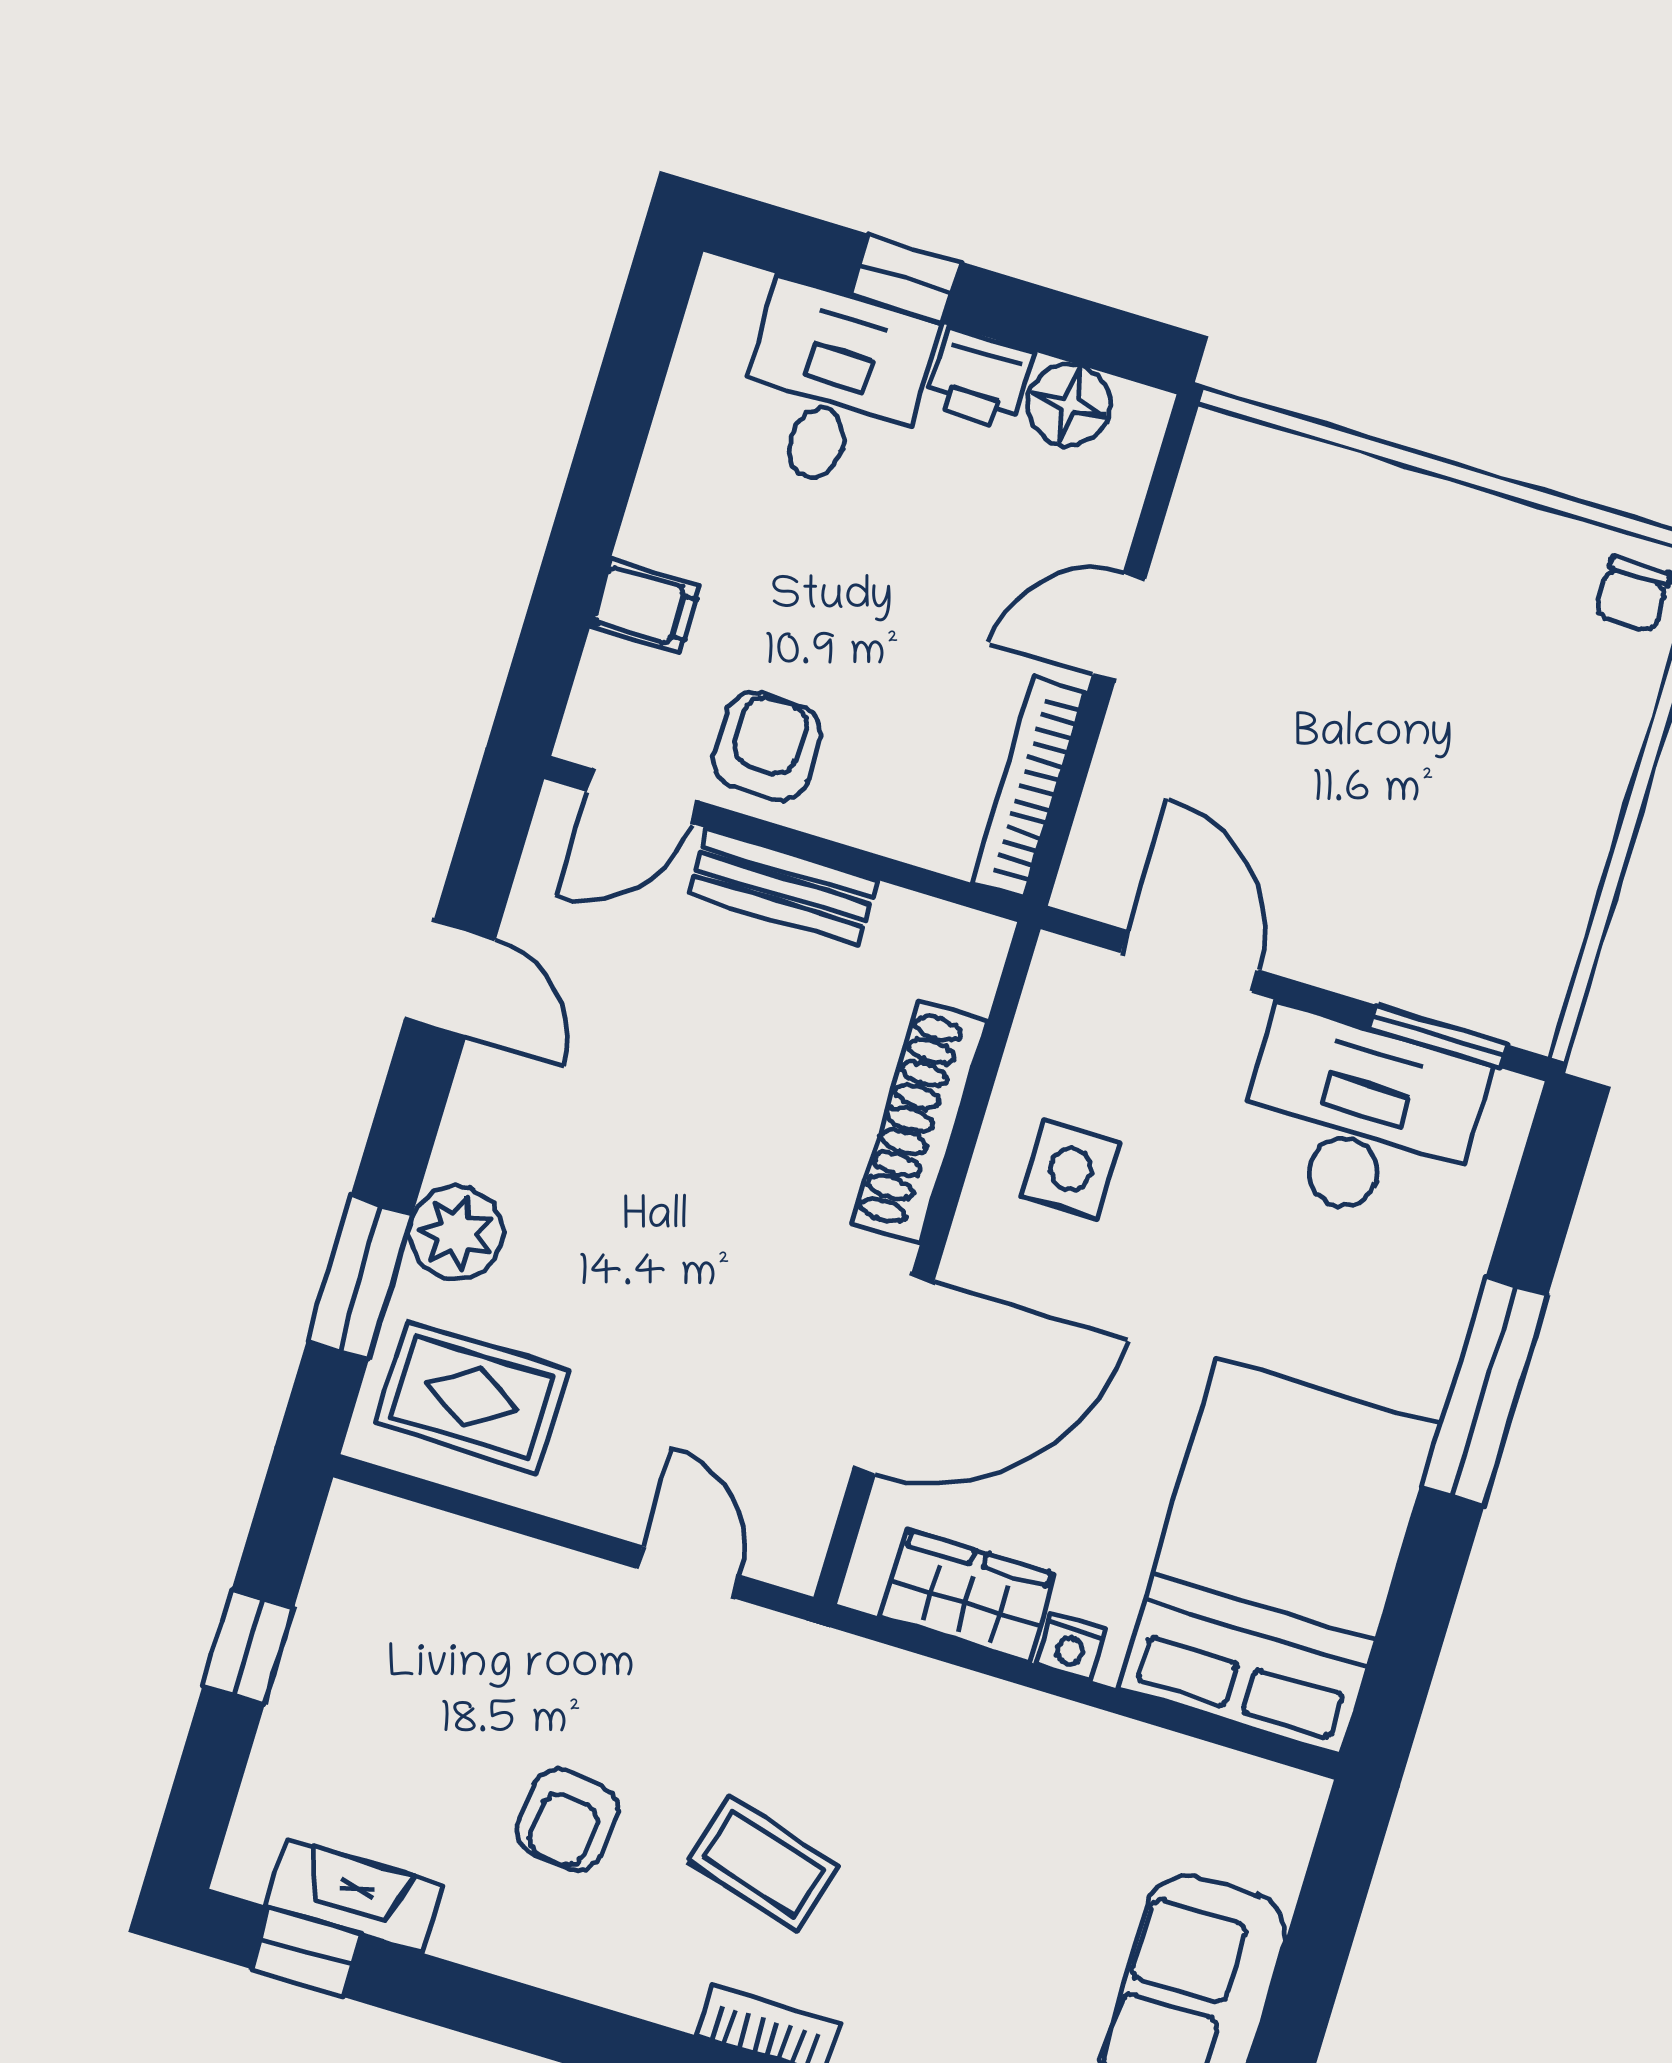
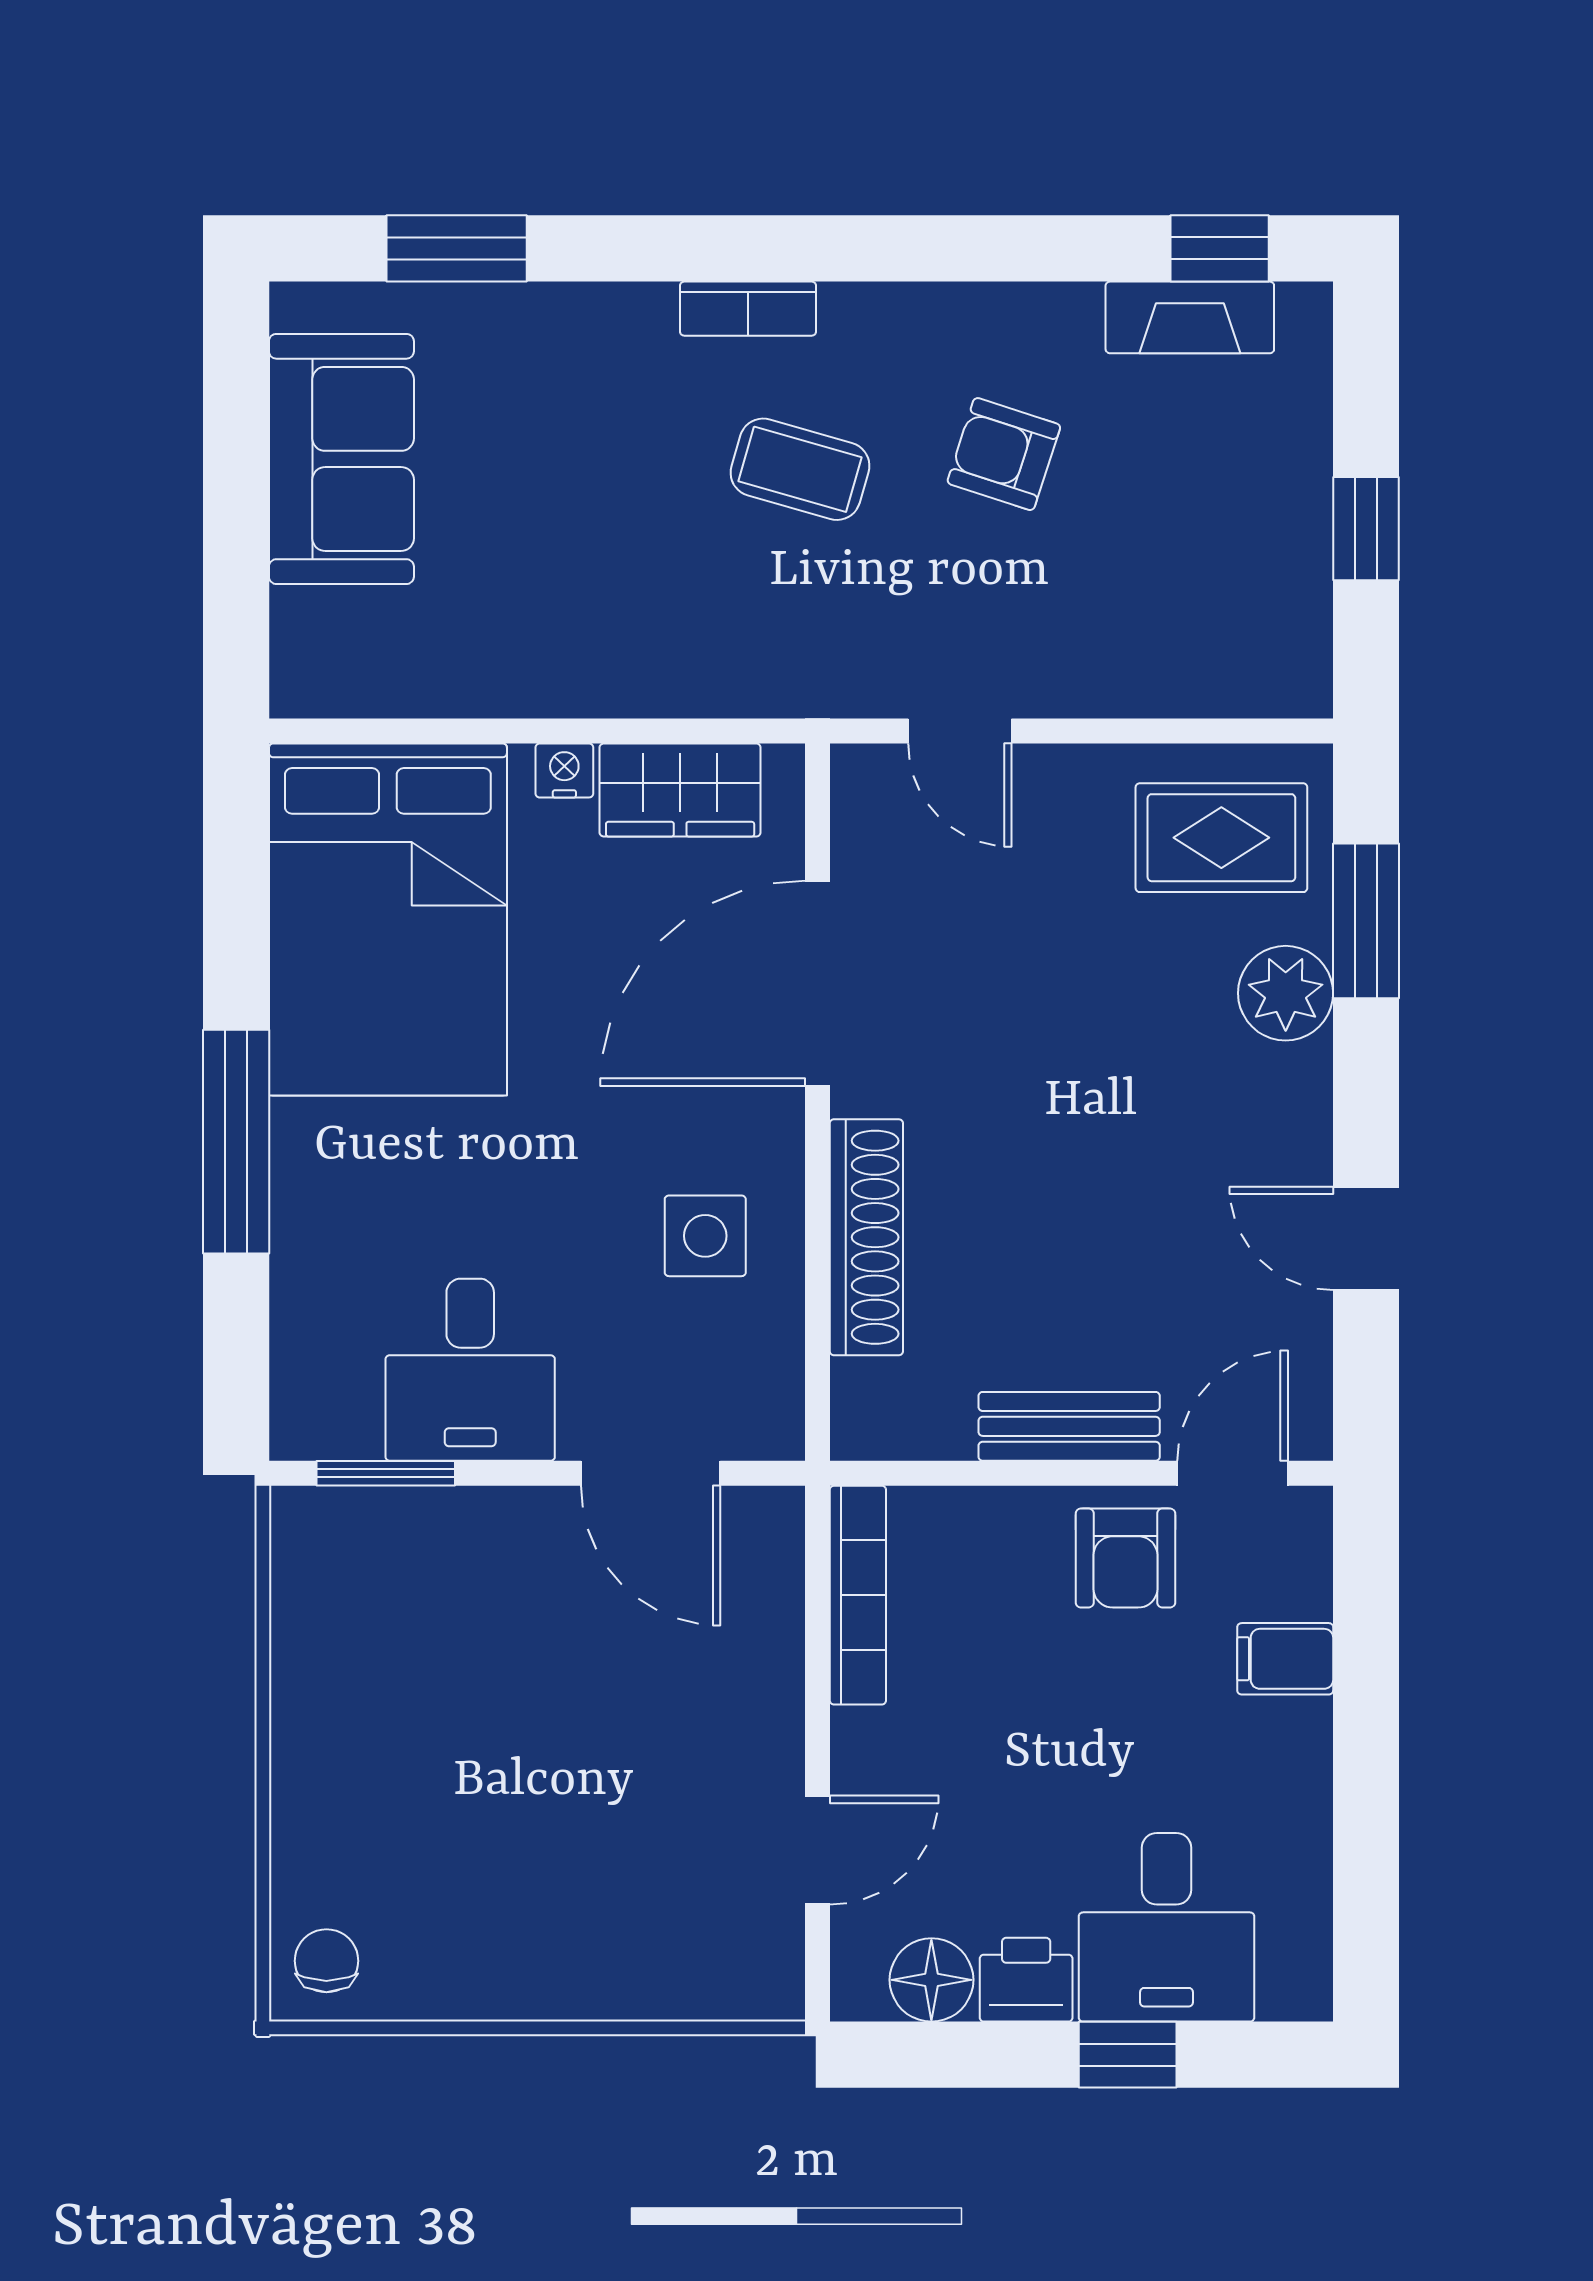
door: (1119, 627) -> (818, 1850), moved
desk: (1359, 1119) -> (470, 1370), width x0.73
armchair: (568, 1820) -> (1004, 454), turned -79

